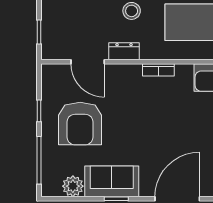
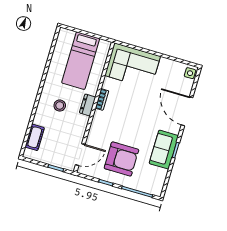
dresser: (124, 51) -> (88, 105), moved
door: (88, 62) -> (80, 155), moved
plant: (73, 186) -> (160, 175), removed

